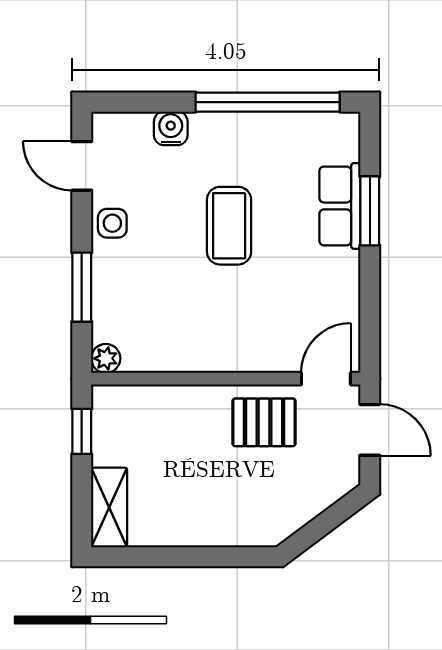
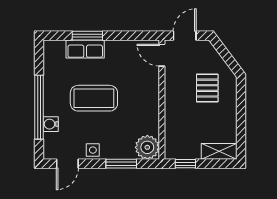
window: (268, 102) -> (39, 107), moved
coffee table: (229, 226) -> (94, 98), width x1.36, depth x1.32
plant: (106, 358) -> (147, 147), width x1.87, depth x1.87
pallet: (264, 422) -> (207, 88), moved

